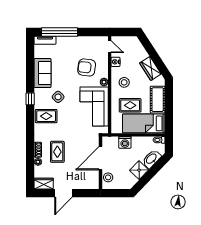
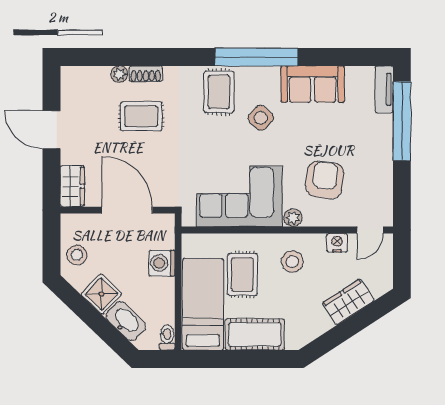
wardrobe: (150, 69) -> (348, 302), moved
window: (30, 99) -> (256, 57), width x3.17
stool: (108, 177) -> (77, 255), moved
wardrobe: (44, 184) -> (72, 186), moved

